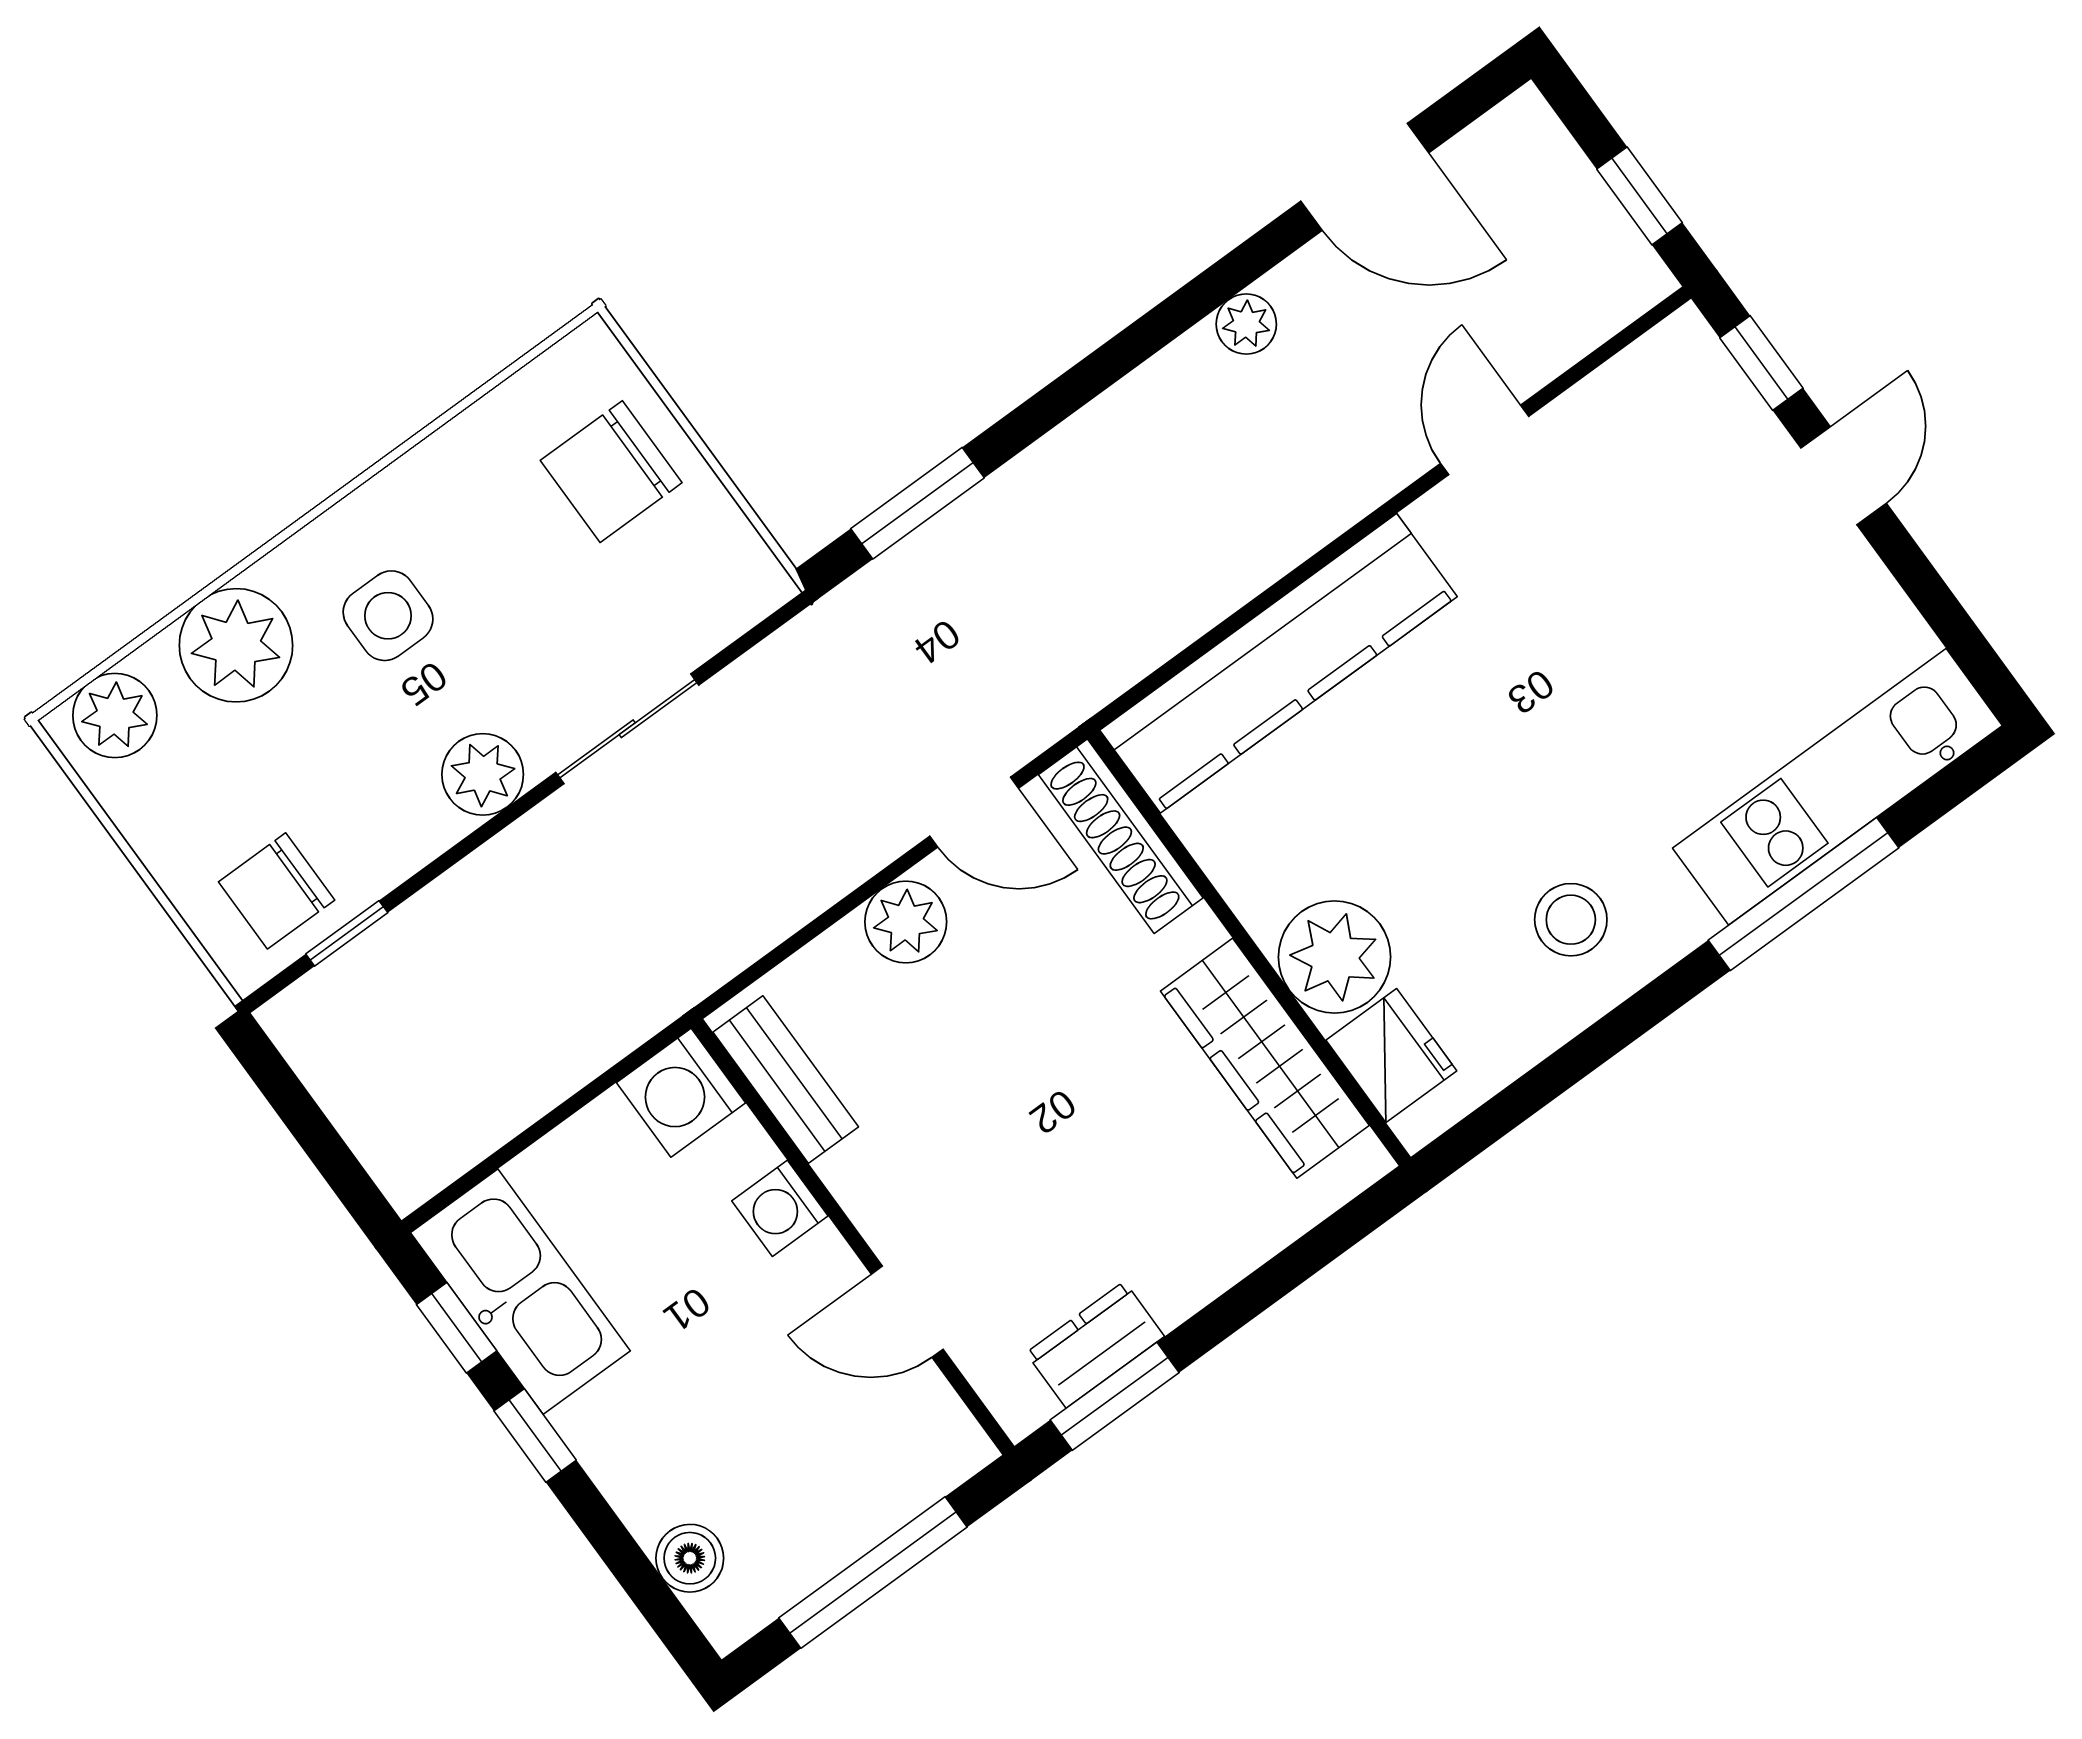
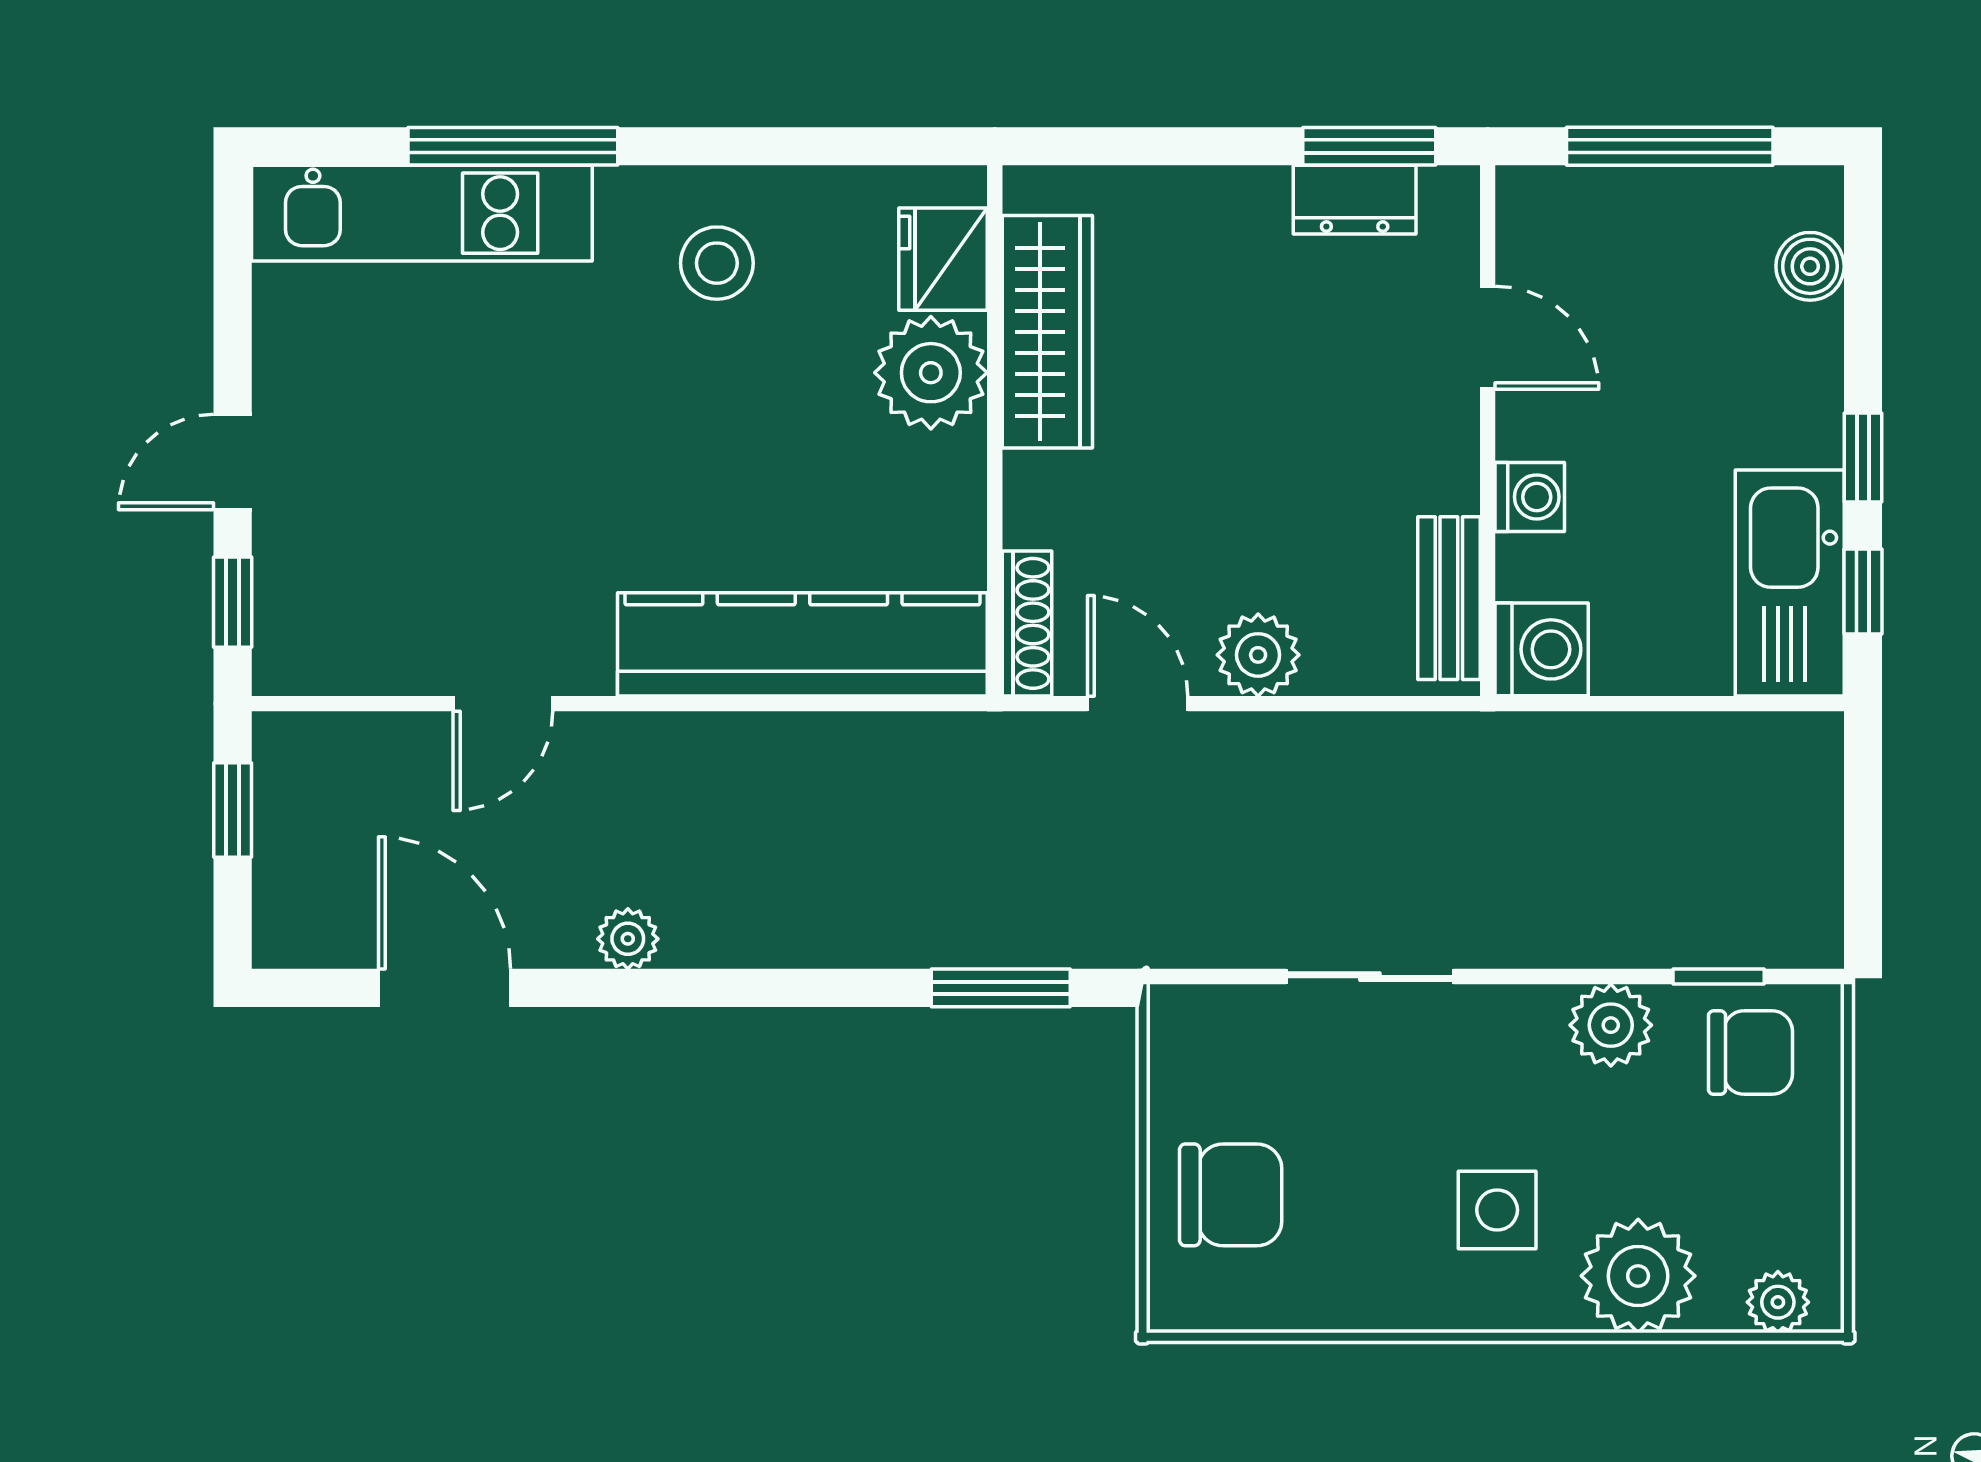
plant: (115, 716) -> (1778, 1302), width x0.73, depth x0.73
plant: (483, 774) -> (1611, 1025), moved
shoe rack: (1121, 836) -> (1027, 623), width x0.74, depth x0.81

